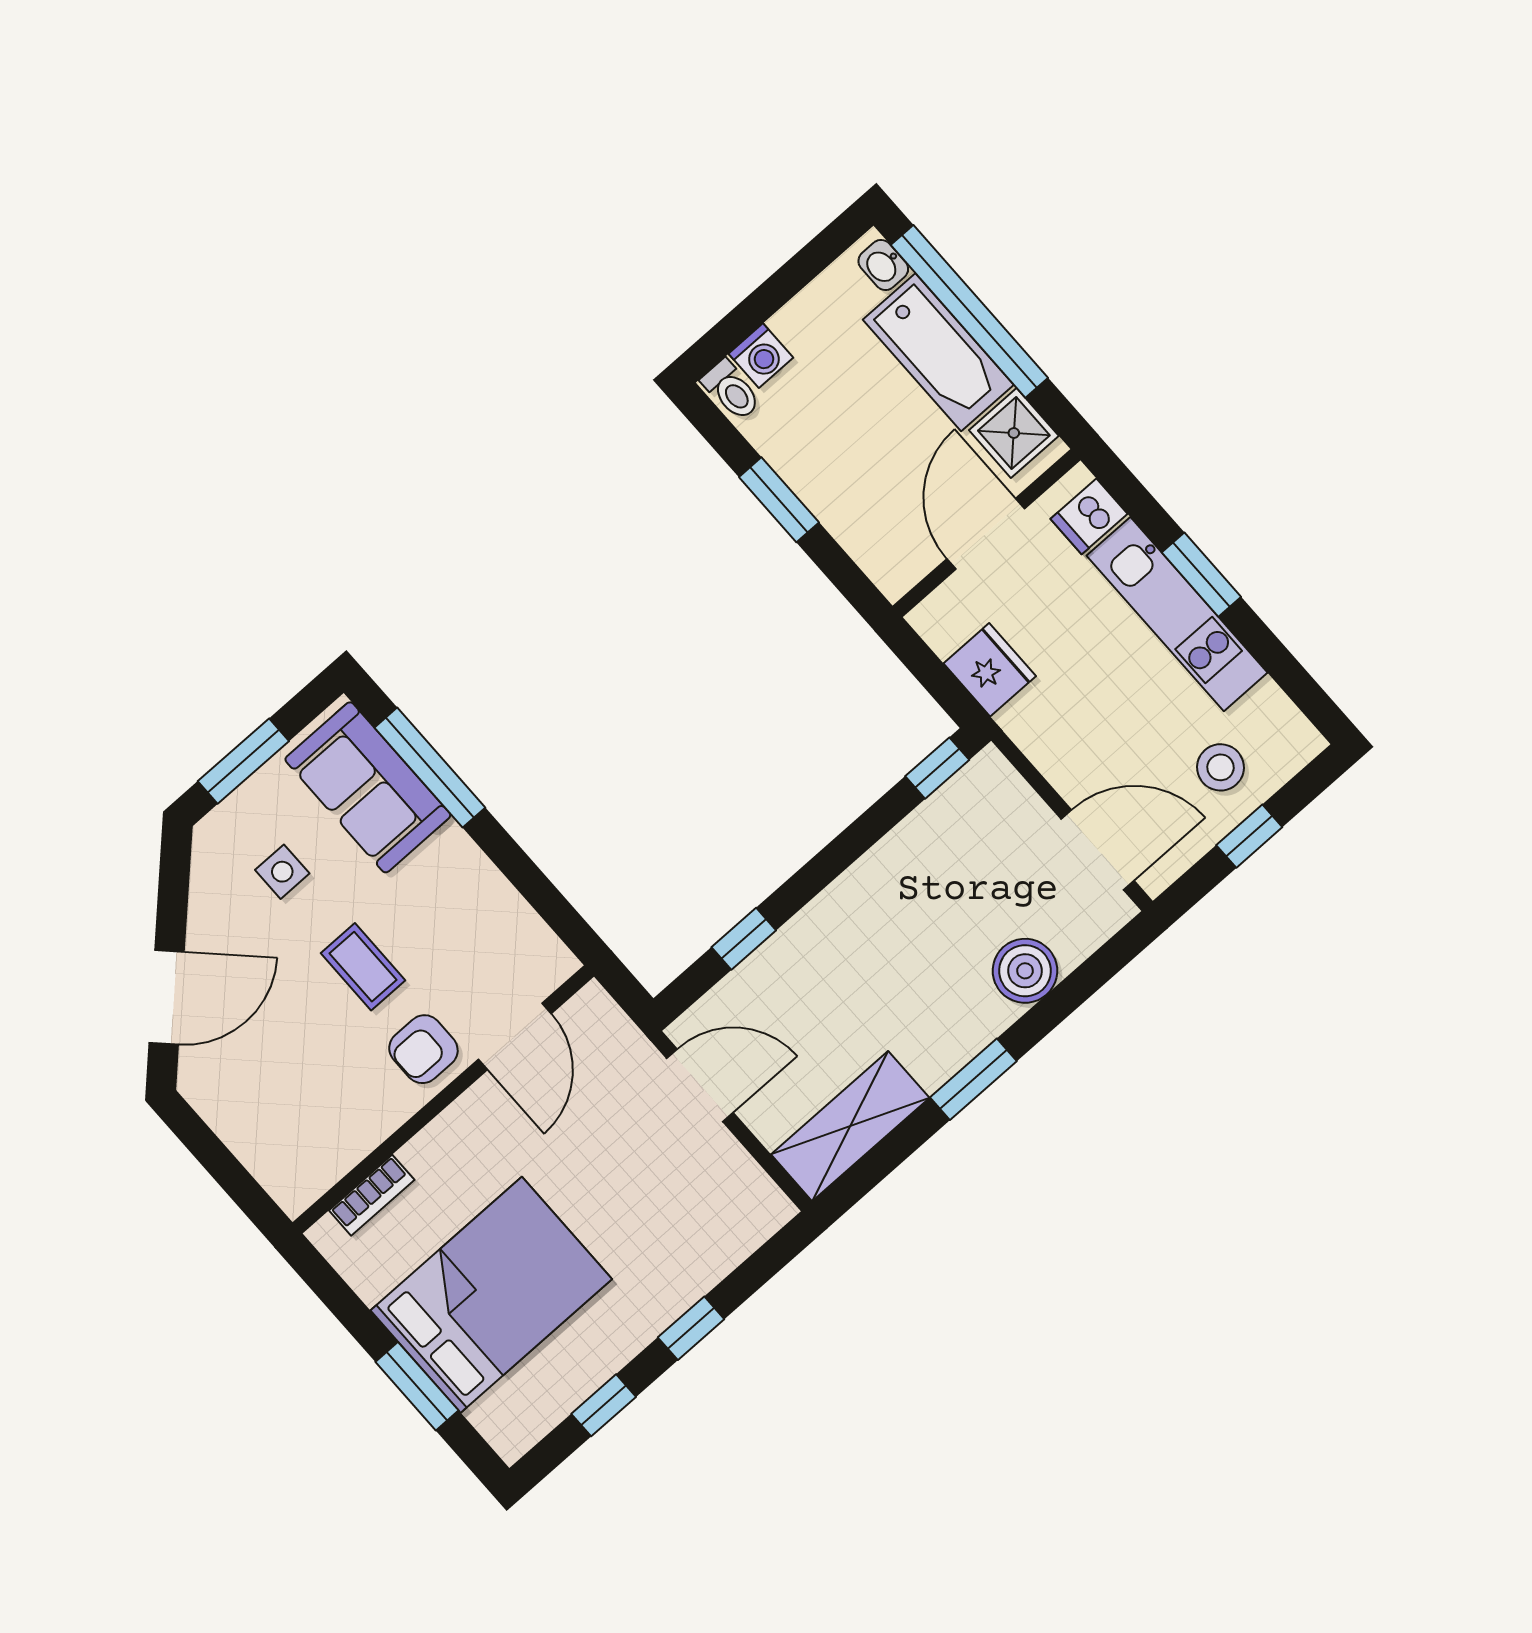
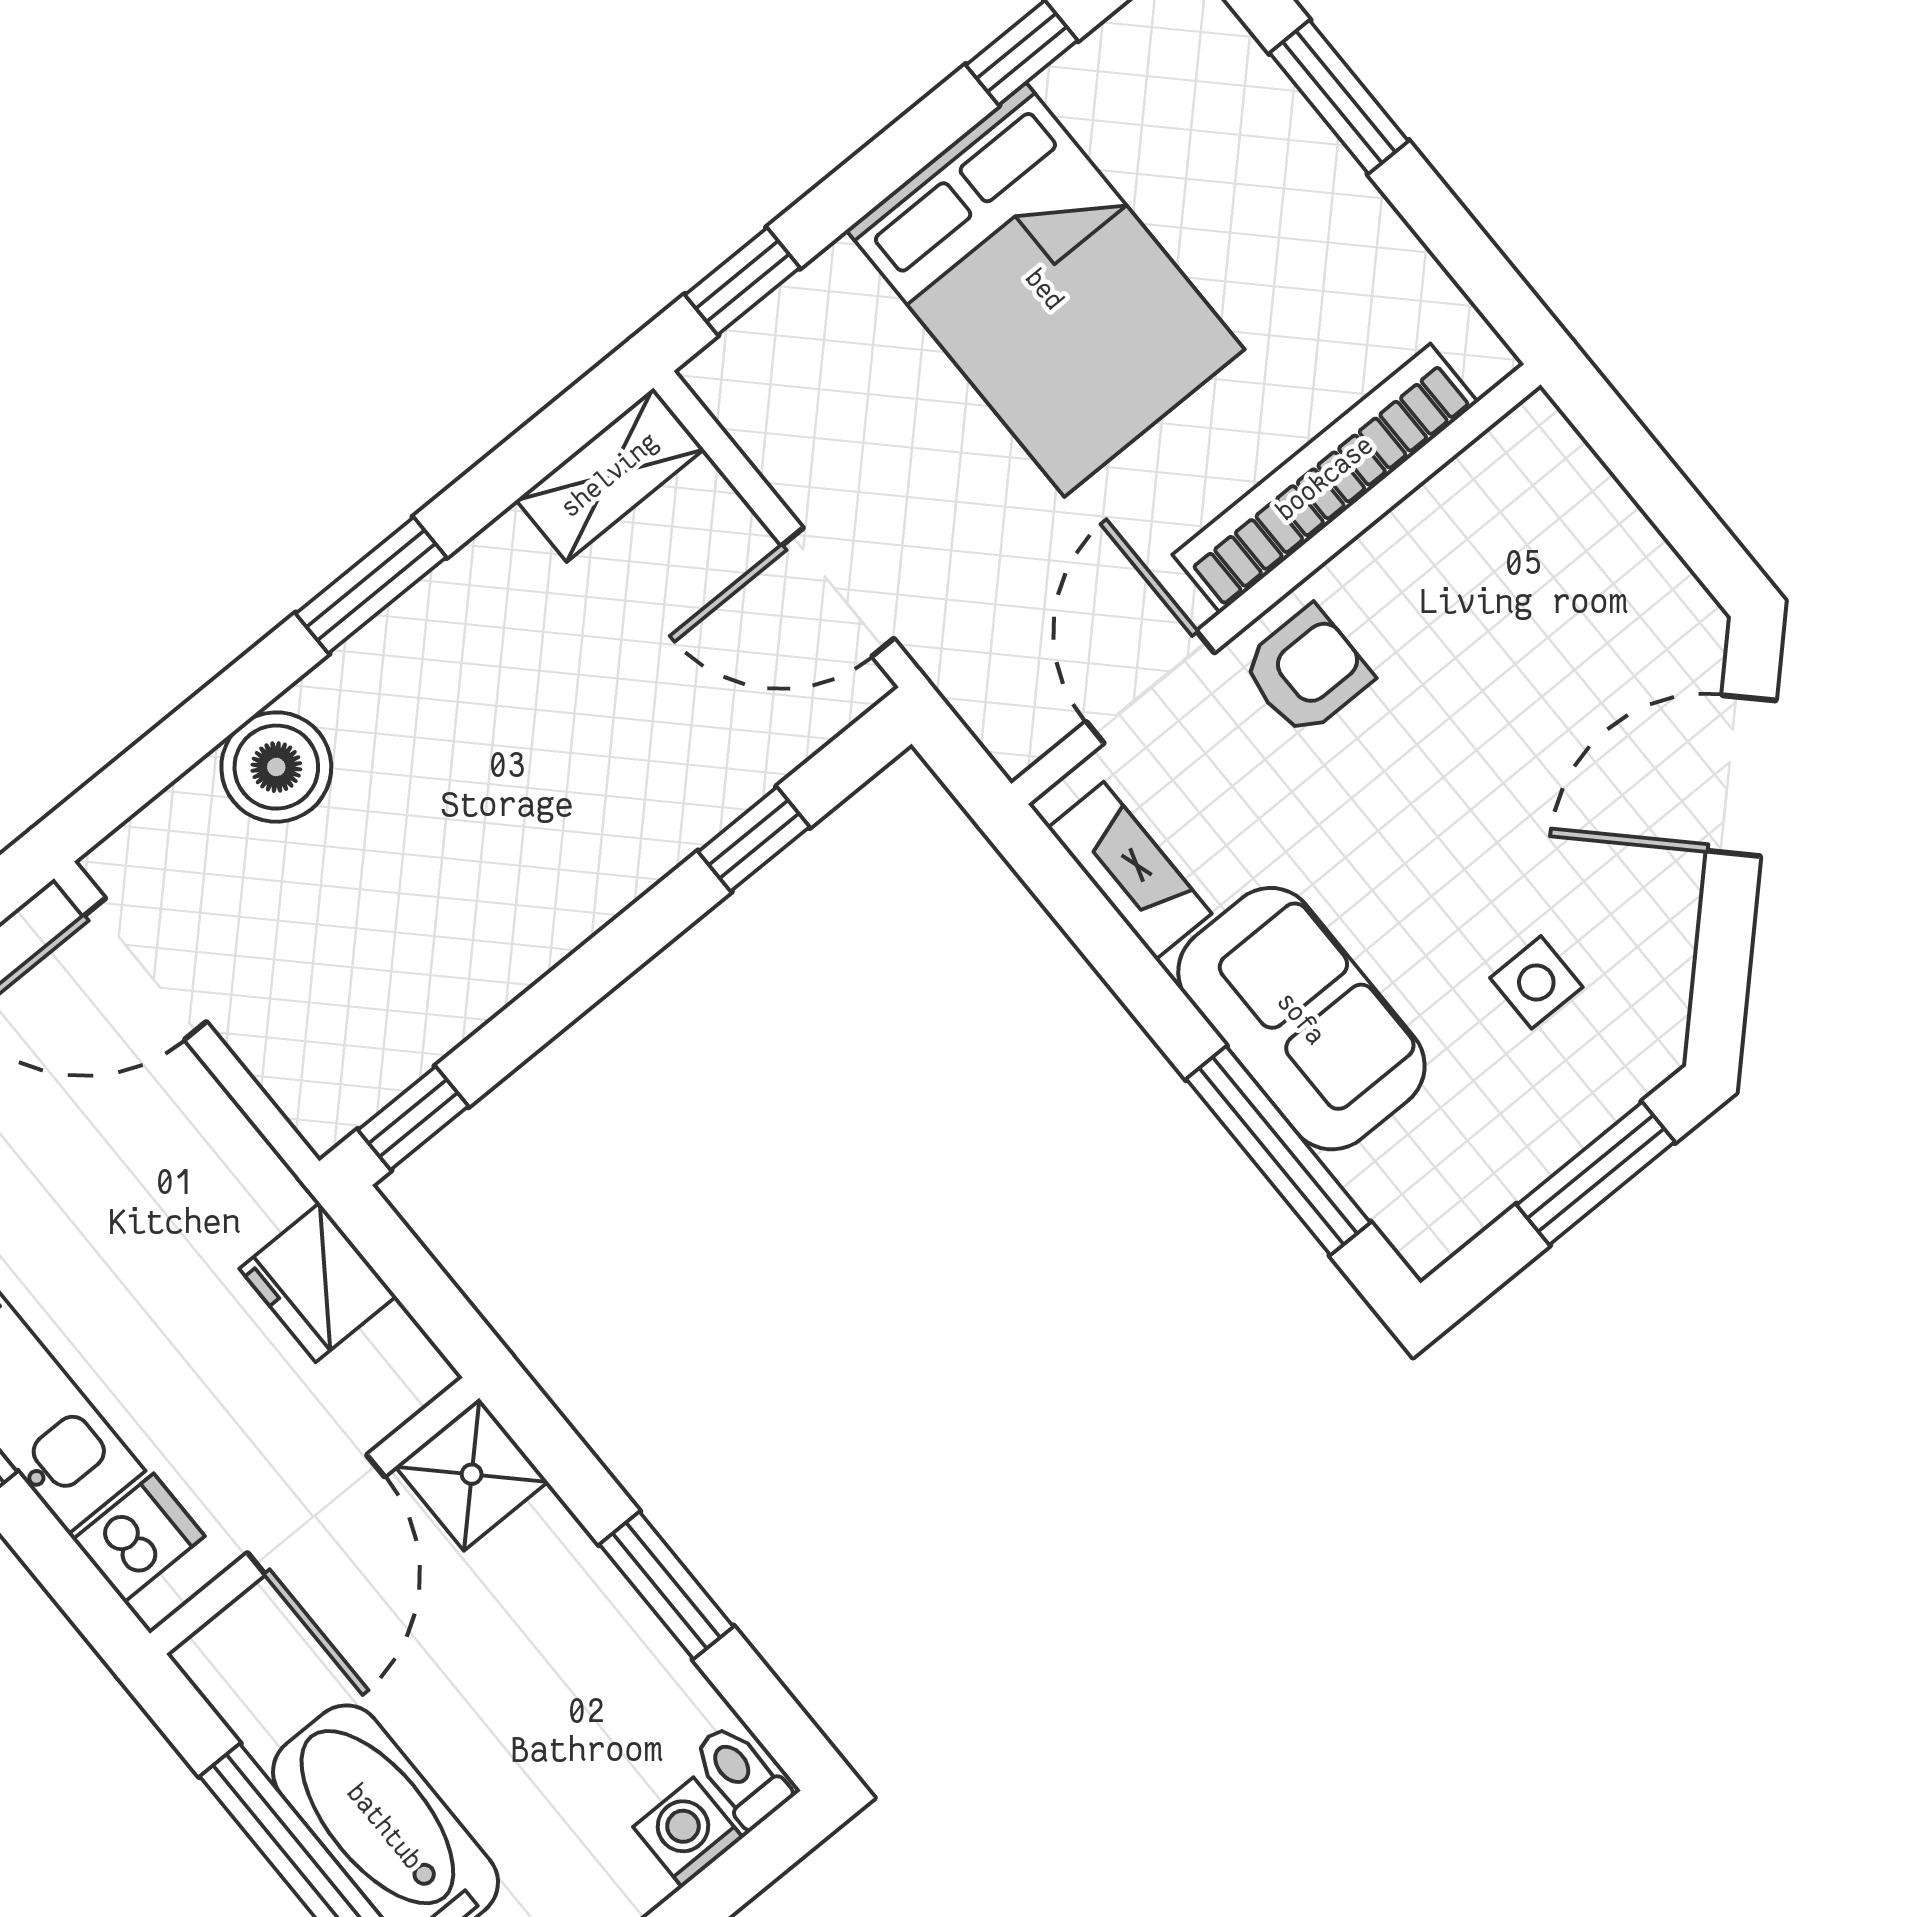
shower: (1014, 433) -> (472, 1474), moved
sofa: (368, 787) -> (1301, 1019), moved
fireplace: (523, 928) -> (1130, 871), added
coffee table: (363, 967) -> (1405, 815), removed
shelving: (850, 1126) -> (610, 475), width x0.67, depth x0.75
bookcase: (372, 1195) -> (1325, 478), width x2.31, depth x1.31
bed: (491, 1295) -> (1045, 290), moved, turned -90
window: (691, 1328) -> (742, 281), moved

